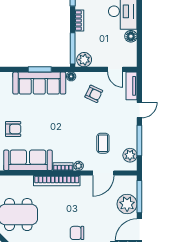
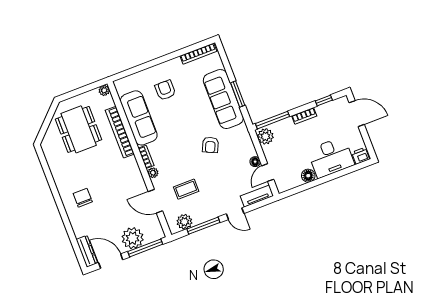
floor lamp: (71, 76) -> (255, 162), moved
armchair: (94, 94) -> (210, 145), moved
armchair: (13, 129) -> (165, 90), turned 180
bookcase: (57, 181) -> (120, 132), moved

